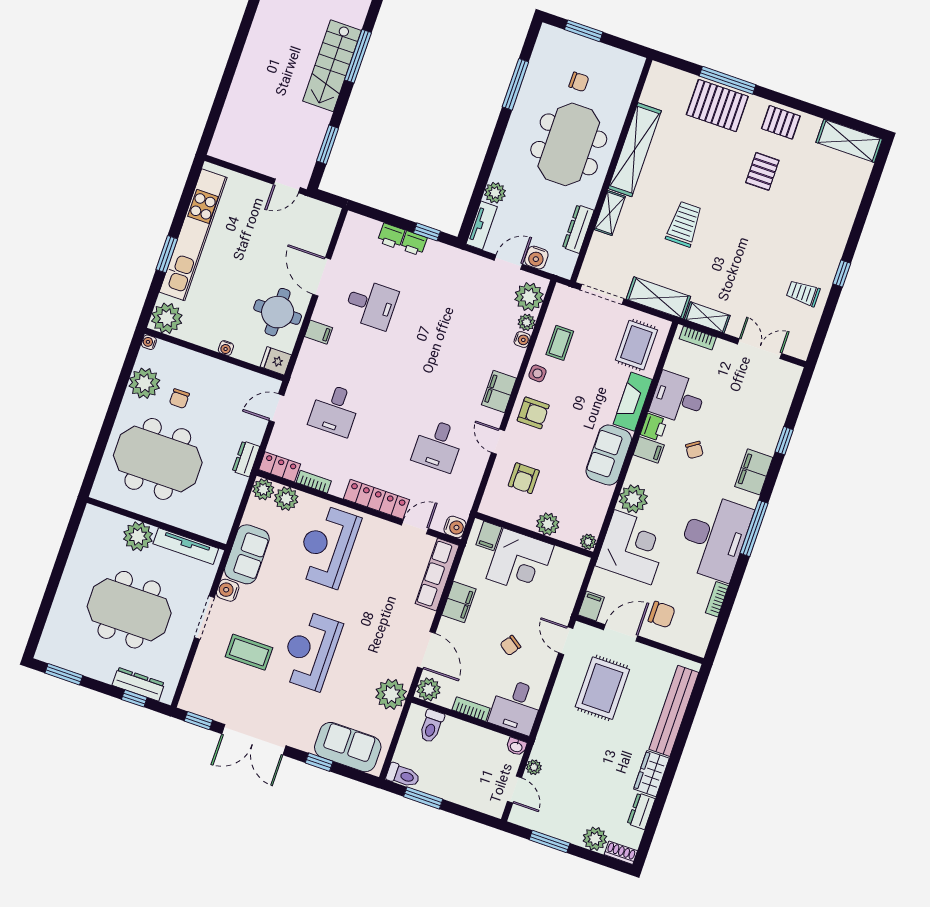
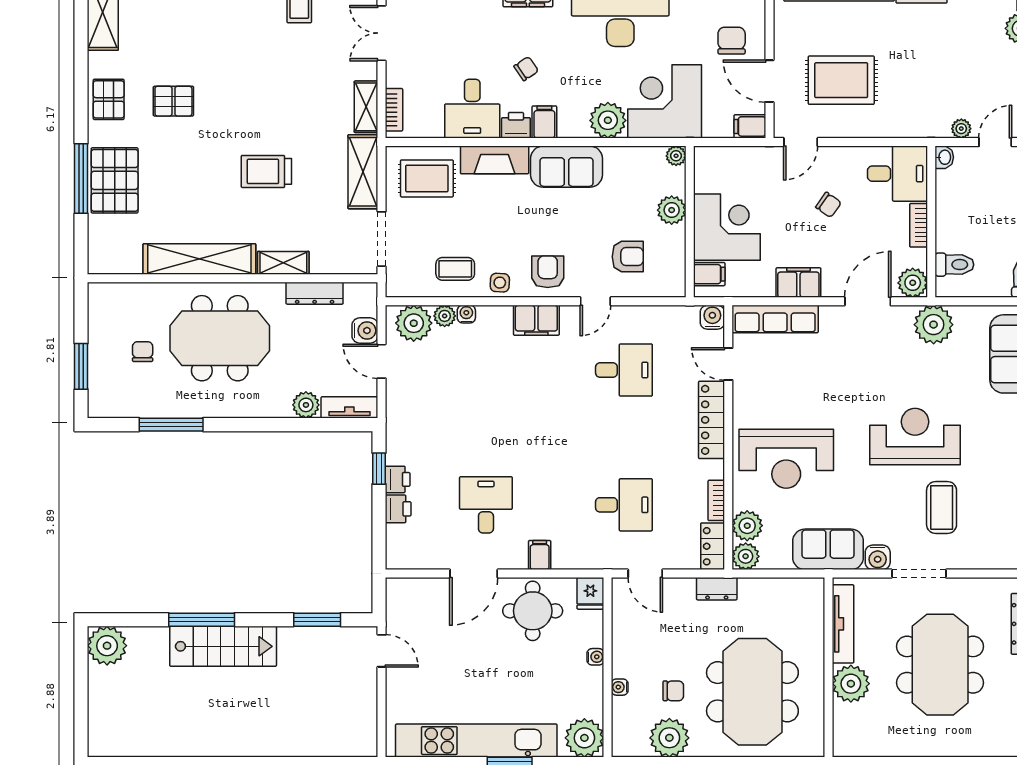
water cooler: (149, 342) -> (620, 687), moved, turned 90
reception desk: (310, 651) -> (915, 437), turned 180

